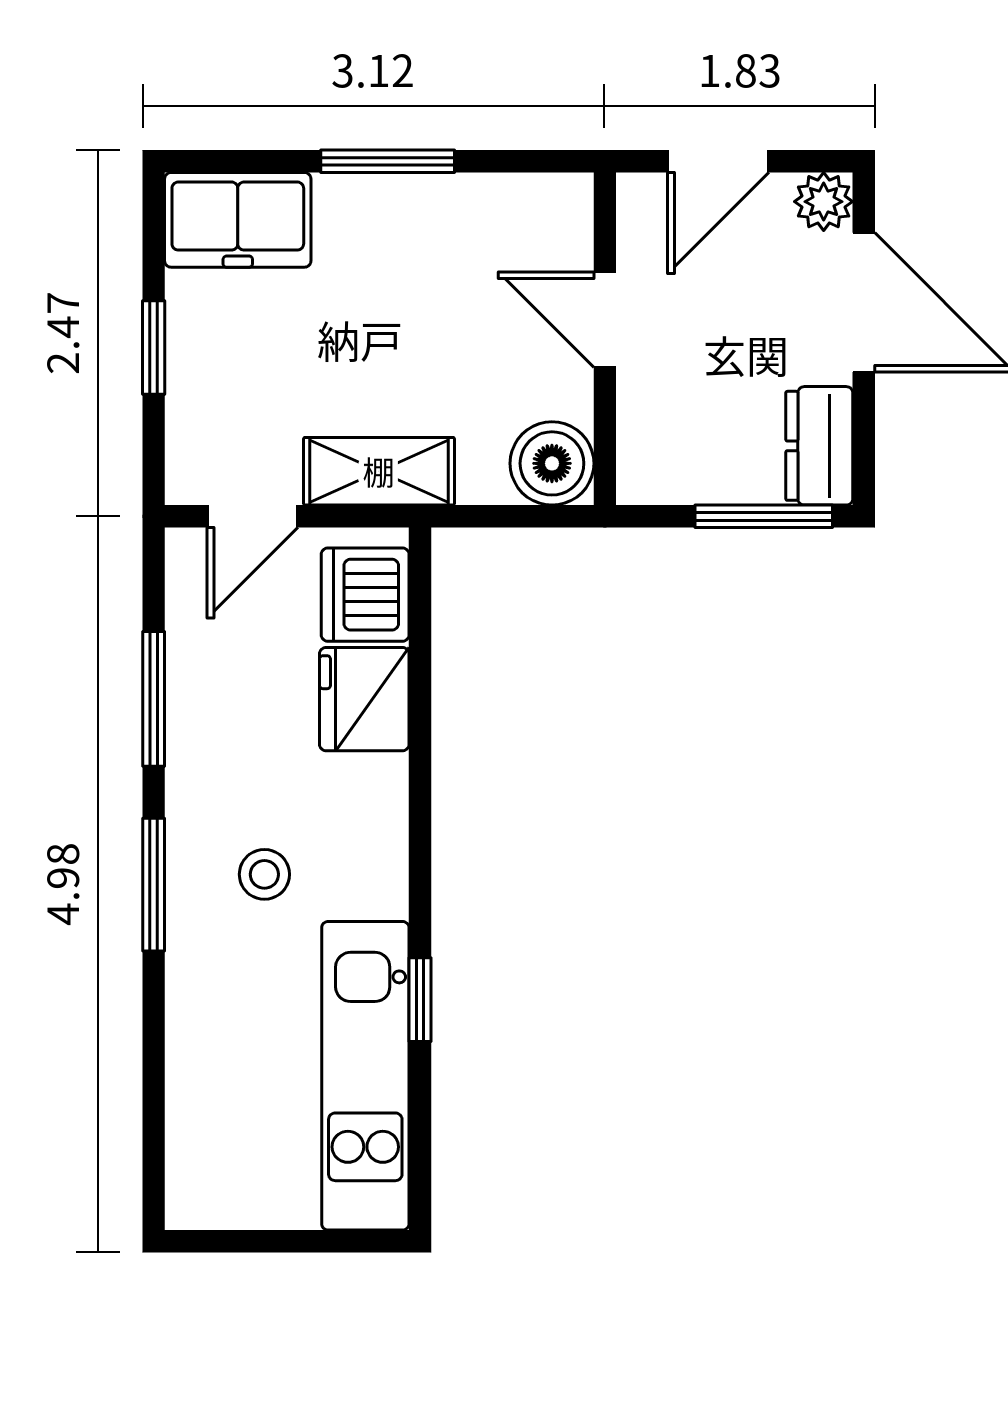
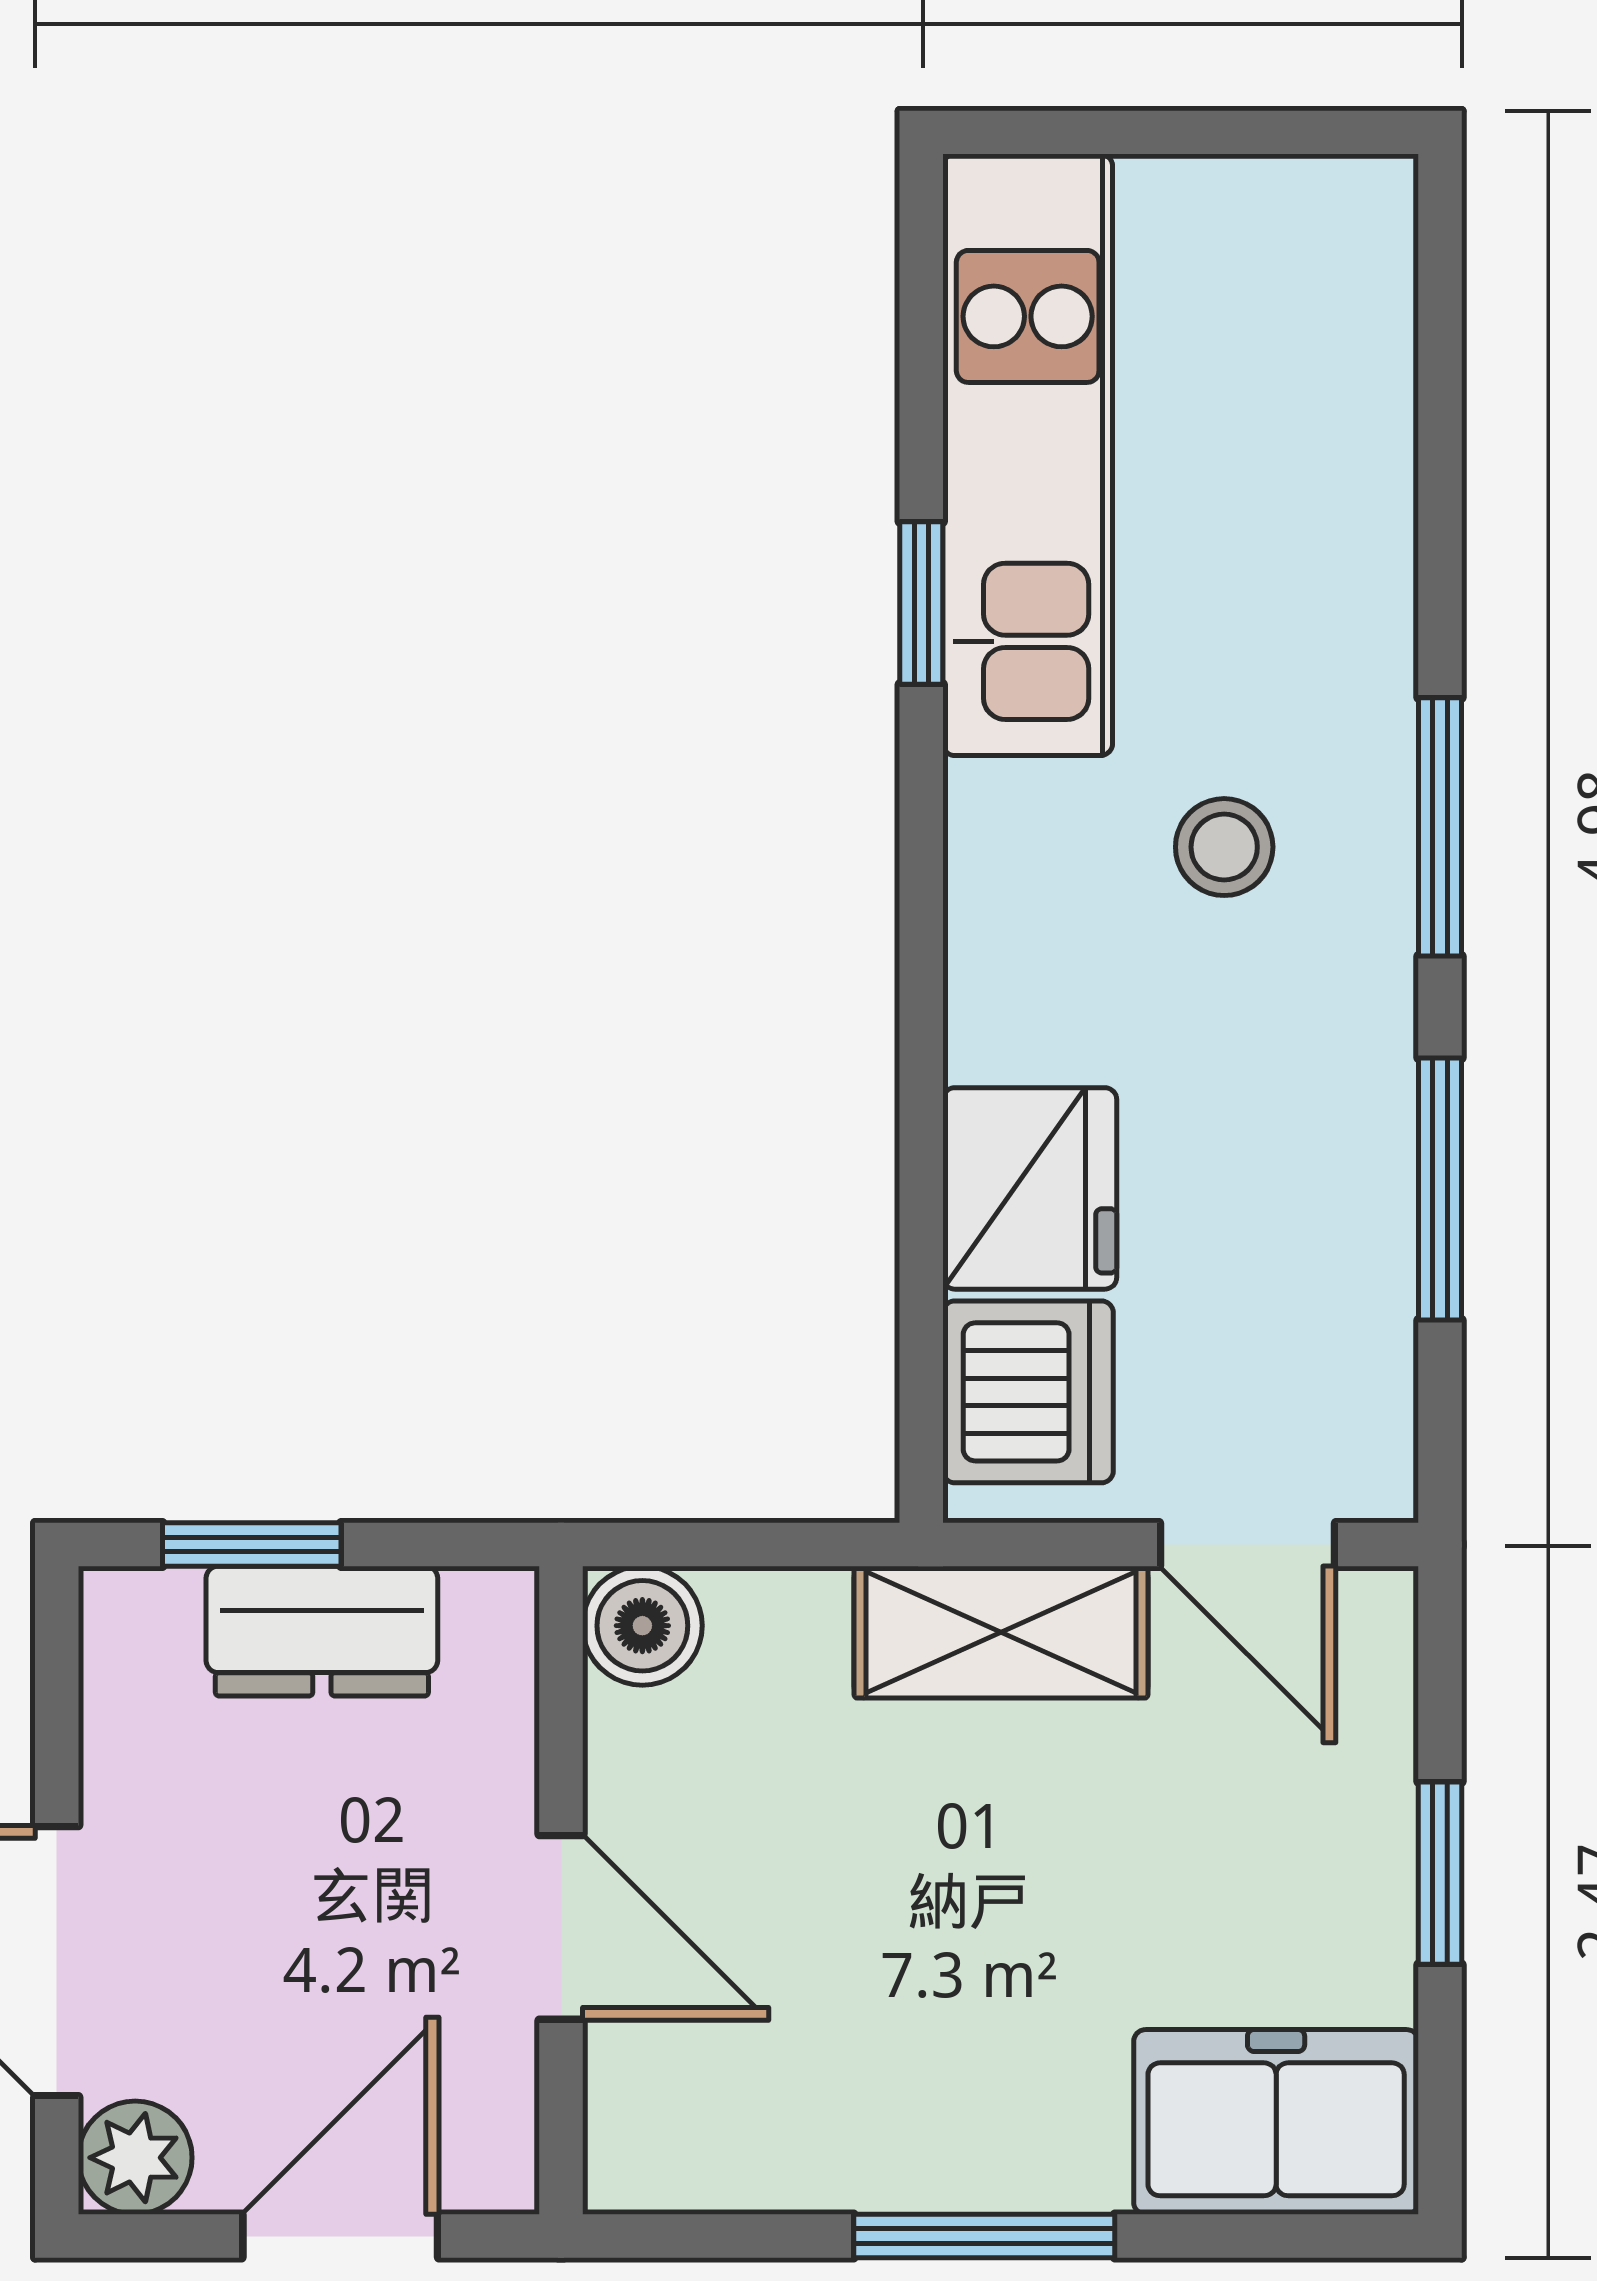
dresser: (819, 446) -> (322, 1631), moved, turned 90
boiler: (552, 463) -> (642, 1626), width x0.73, depth x0.73
door: (252, 516) -> (1247, 1544), swing flipped
window: (764, 516) -> (252, 1544), width x0.67

